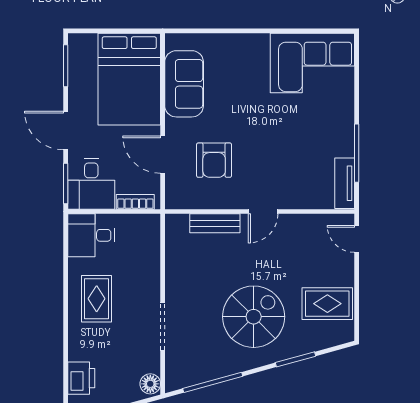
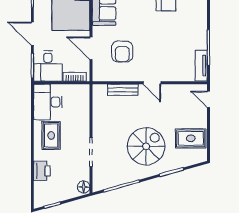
door: (263, 212) -> (152, 83), hinge flipped
desk: (91, 235) -> (48, 102), width x1.37
printer: (81, 378) -> (42, 171), moved

